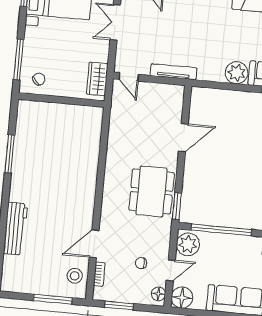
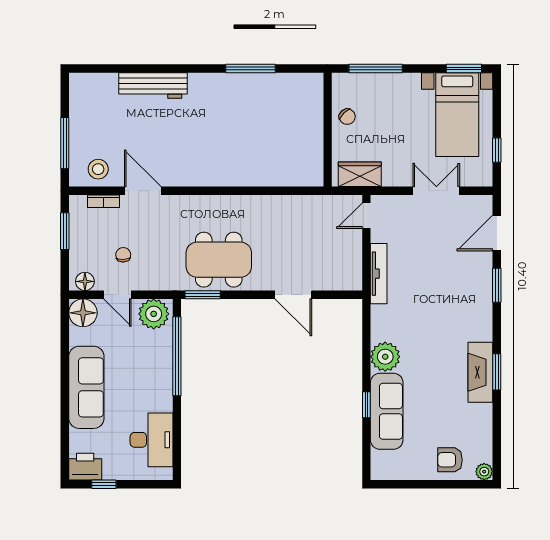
chair: (39, 79) -> (347, 117), moved

